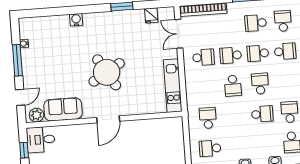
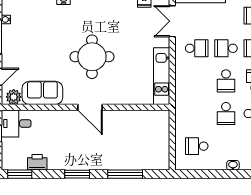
round table: (107, 72) -> (92, 57), turned 31
school desk: (208, 118) -> (226, 114), moved, turned 180
door: (108, 119) -> (90, 107), hinge flipped

